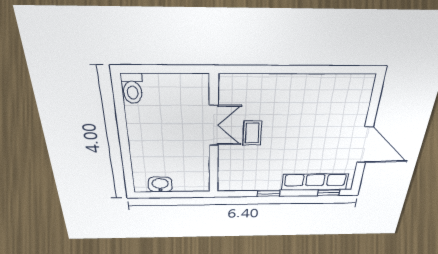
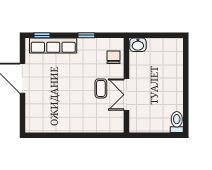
chair: (232, 170) -> (113, 57), added
washbasin: (160, 184) -> (138, 45), moved

